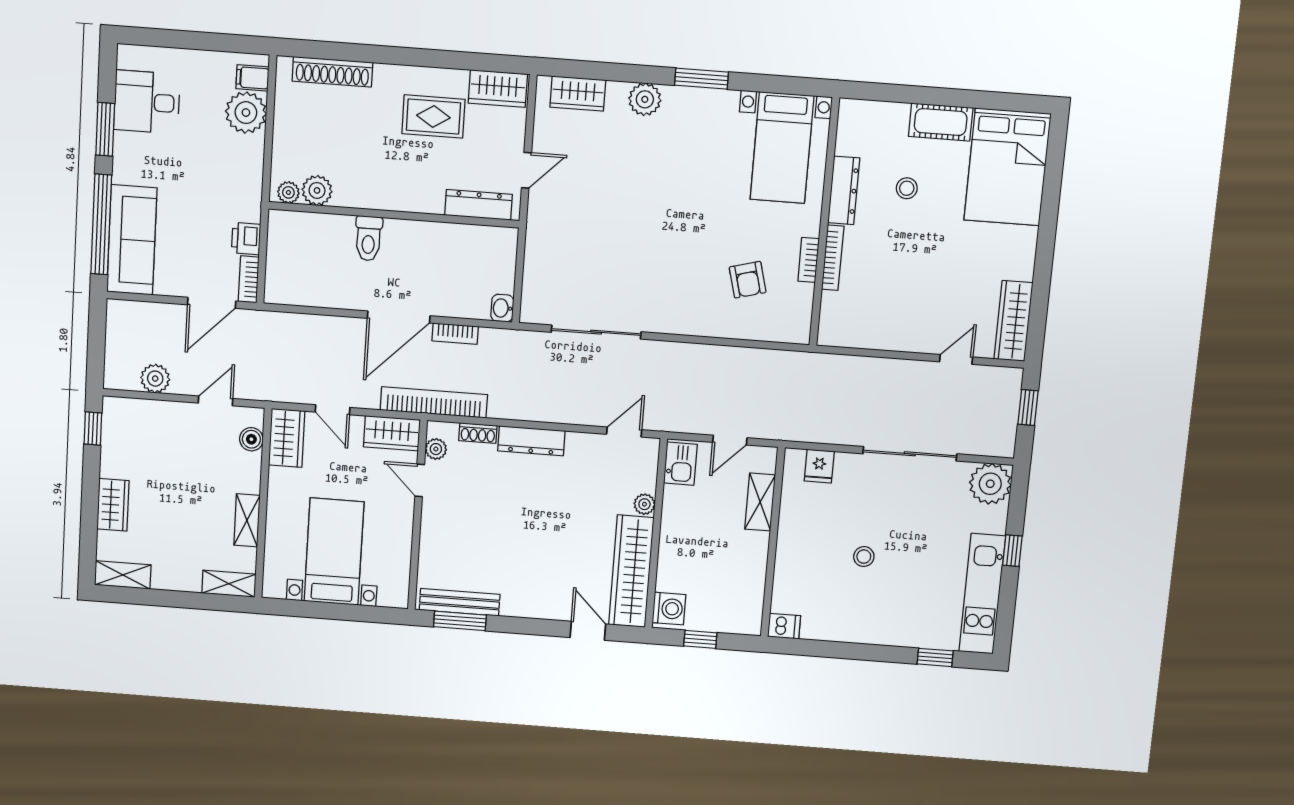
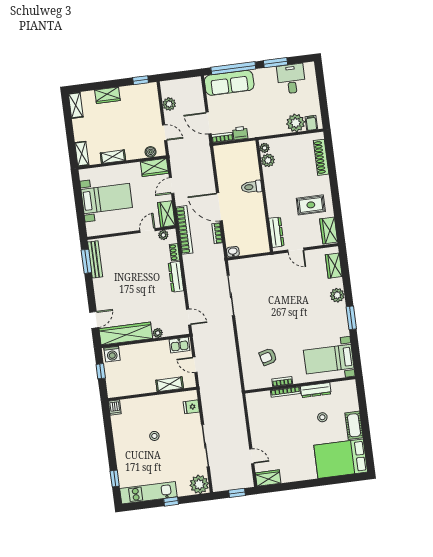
rug: (433, 117) -> (311, 205), turned 90
wardrobe: (1013, 321) -> (268, 478), width x0.67

